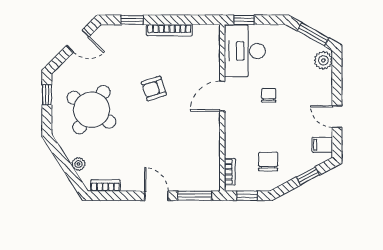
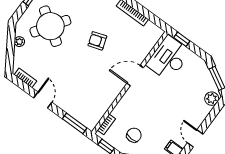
chair: (269, 95) -> (163, 96), removed
plant: (78, 164) -> (19, 42), moved
door: (156, 196) -> (43, 100), moved

